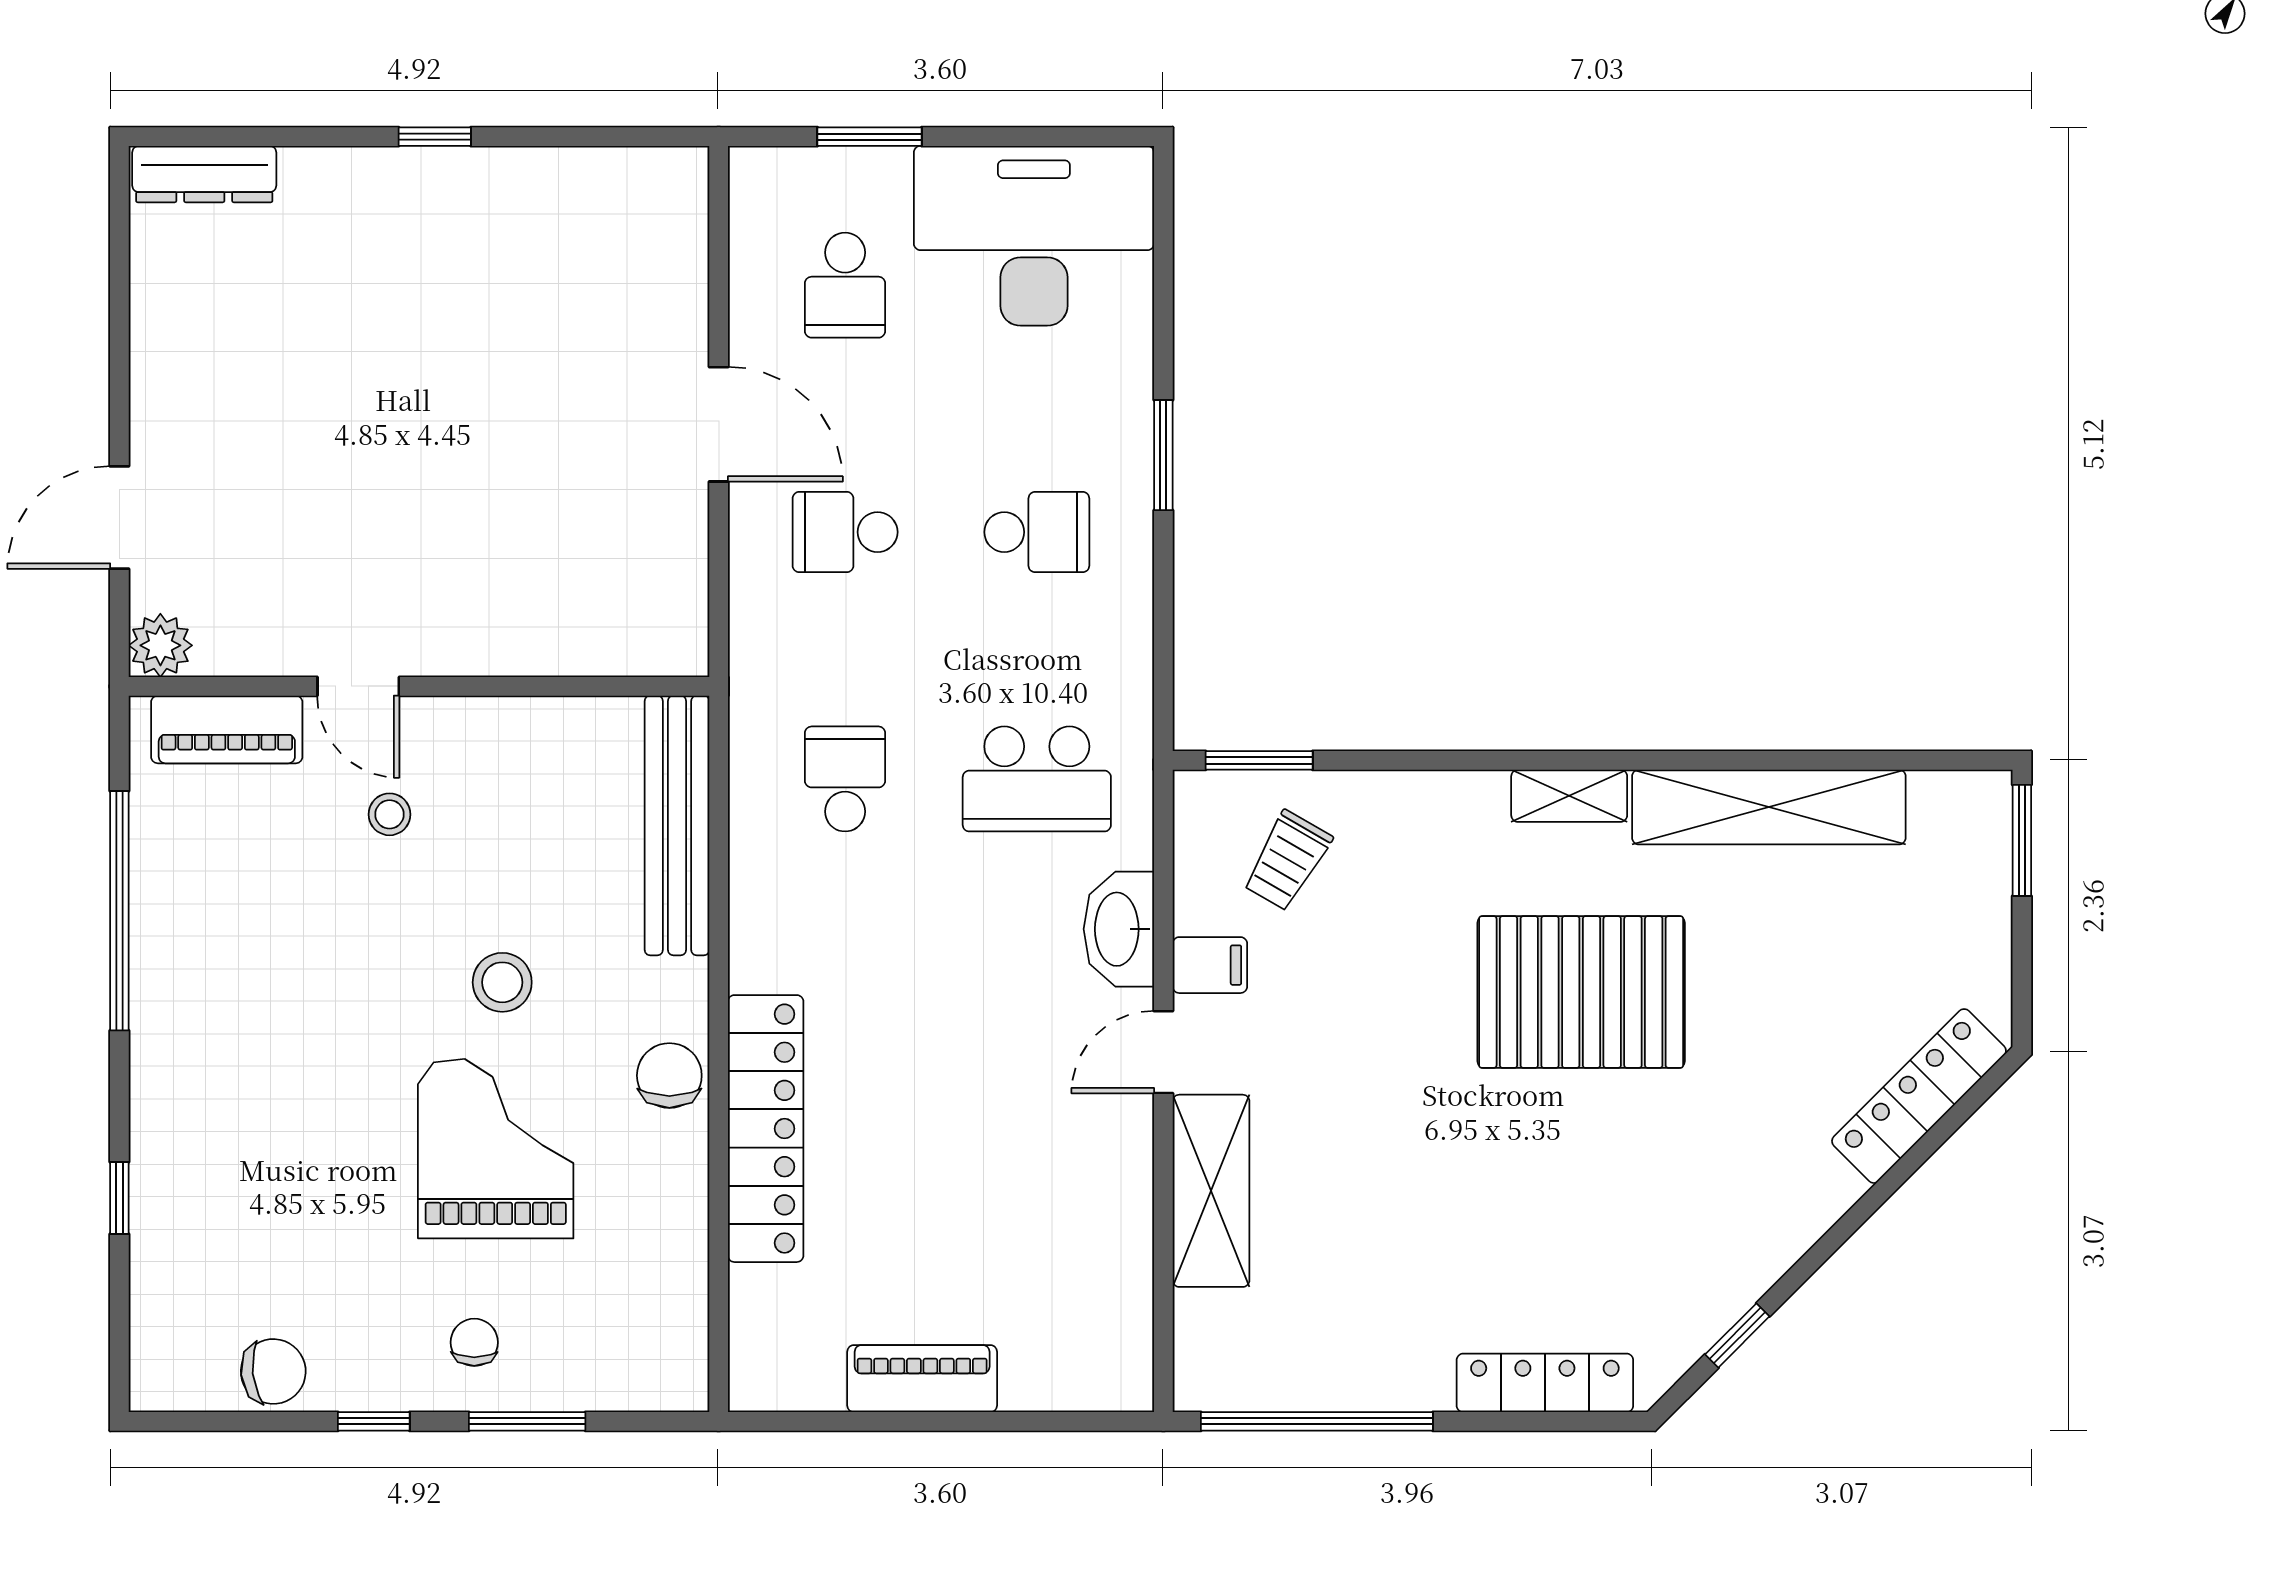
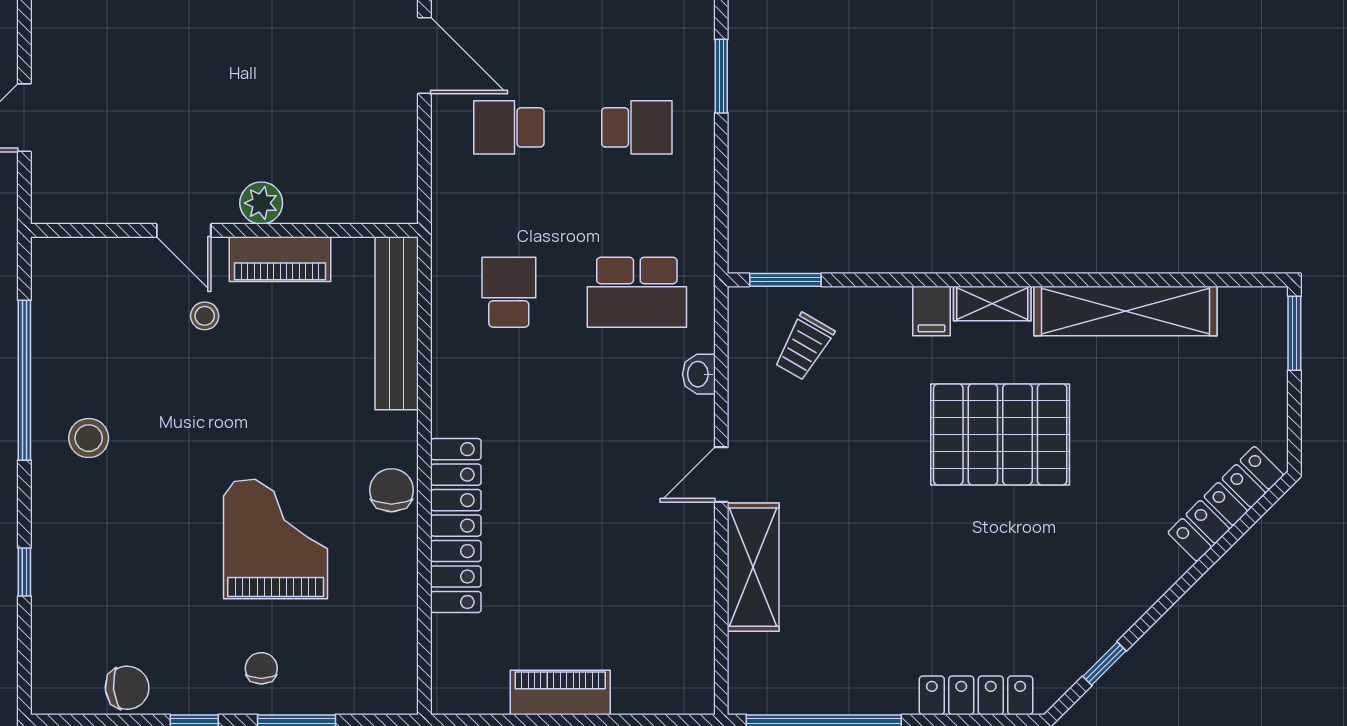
plant: (160, 645) -> (261, 203), moved
piano: (227, 729) -> (280, 259), moved
washbasin: (1119, 929) -> (699, 374), width x0.52, depth x0.69
filing cabinet: (1210, 965) -> (932, 311), moved, turned 90
stool: (502, 982) -> (89, 438), moved

